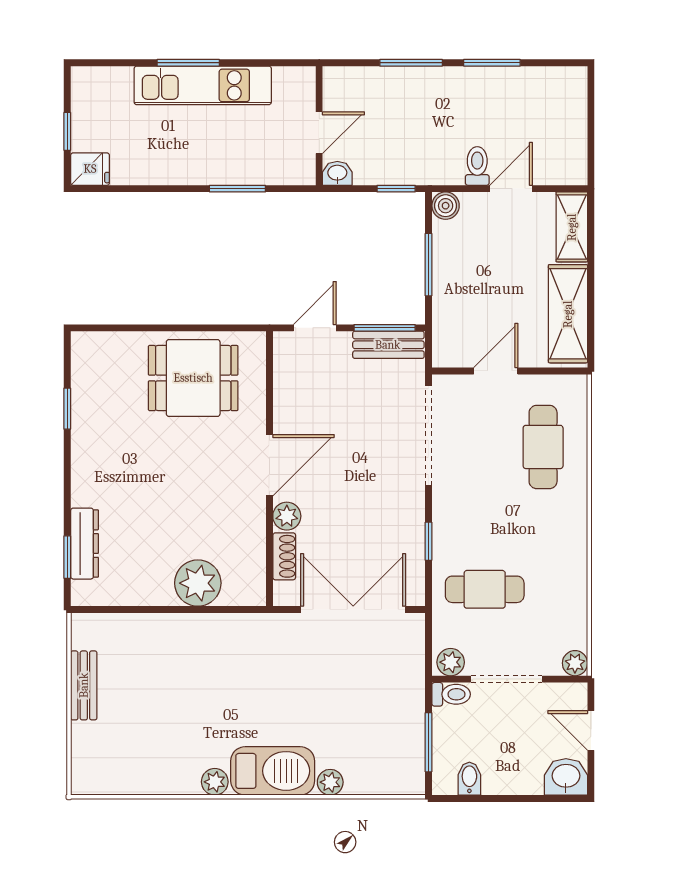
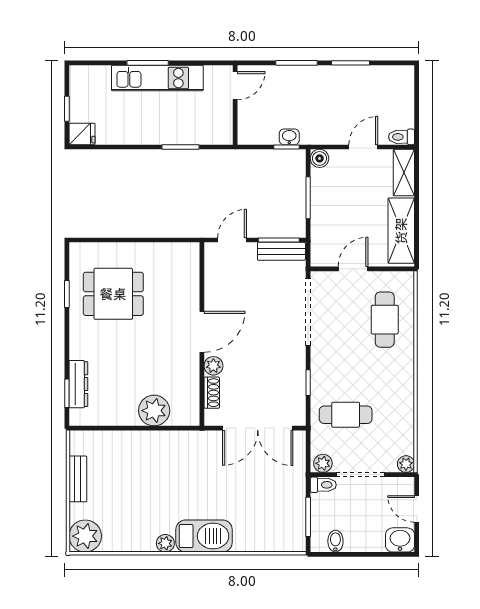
door: (319, 133) -> (235, 86), moved
toilet: (477, 166) -> (401, 137), moved, turned -90
washbasin: (337, 173) -> (289, 137), moved
dining table: (193, 378) -> (113, 294), moved
double door: (353, 610) -> (258, 428), swing flipped
plant: (330, 782) -> (85, 536), moved, width x1.87, depth x1.87

